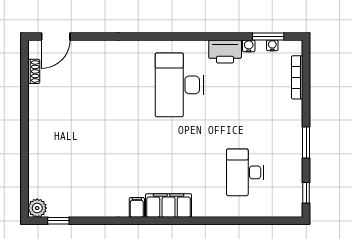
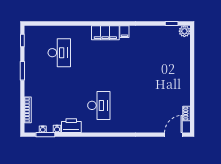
desk: (179, 85) -> (99, 105), width x0.73, depth x0.77

